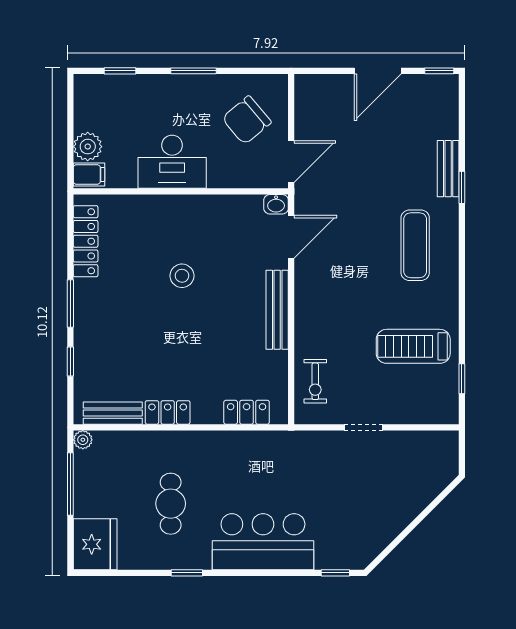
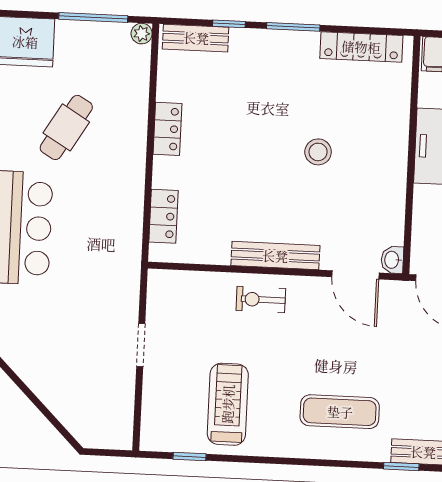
exercise bike: (315, 381) -> (261, 300), moved
bench: (113, 413) -> (196, 38), moved, turned 90
cafe table: (171, 504) -> (66, 127), turned -59

